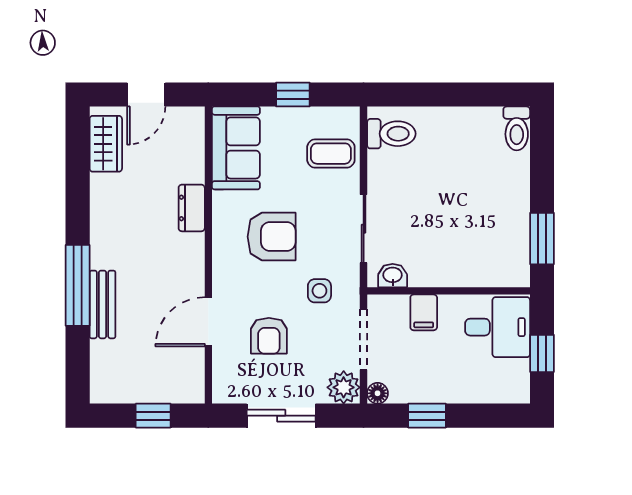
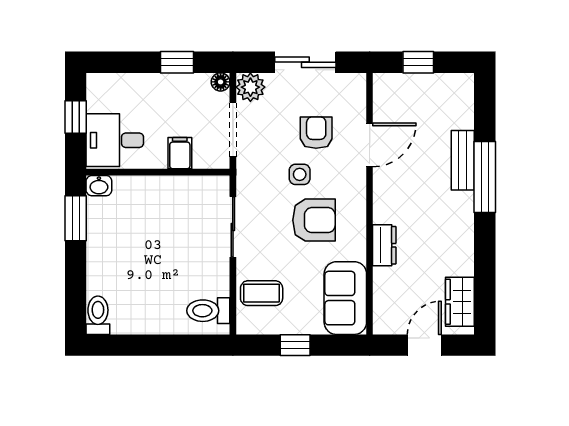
armchair: (272, 237) -> (314, 220), turned 180
washbasin: (393, 276) -> (99, 186), moved
side table: (319, 291) -> (300, 174), moved

